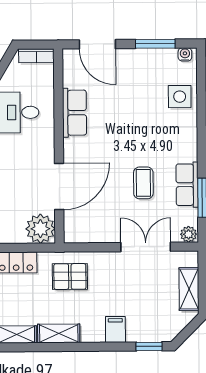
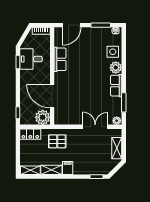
door: (97, 44) -> (72, 25), hinge flipped
plant: (186, 128) -> (116, 68), added
coffee table: (143, 183) -> (94, 95), removed
row of seats: (187, 185) -> (116, 86), moved
door: (59, 186) -> (52, 96), swing flipped
filing cabinet: (115, 329) -> (68, 168), moved

